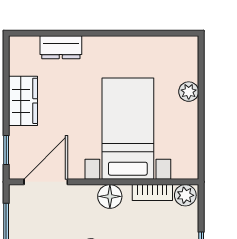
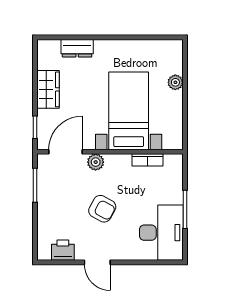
plant: (185, 195) -> (96, 162), moved
floor lamp: (110, 196) -> (115, 163), removed

